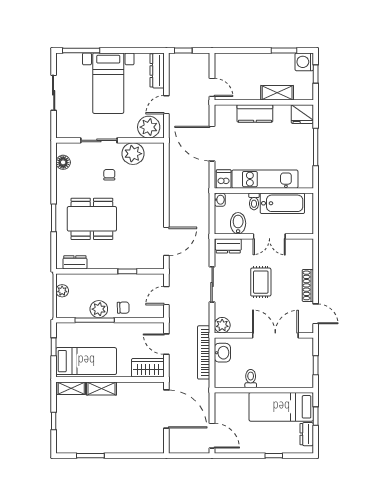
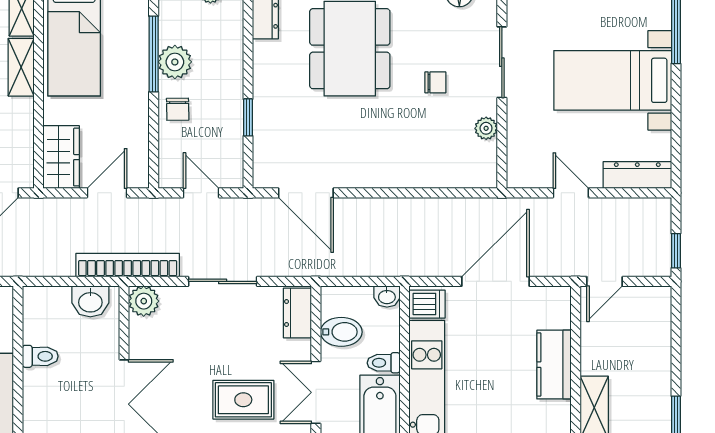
window: (183, 51) -> (676, 251), moved
plant: (149, 127) -> (528, 159), removed
plant: (133, 154) -> (486, 128), width x0.53, depth x0.53
rug: (261, 282) -> (243, 400), moved
bookcase: (204, 352) -> (128, 265), moved

